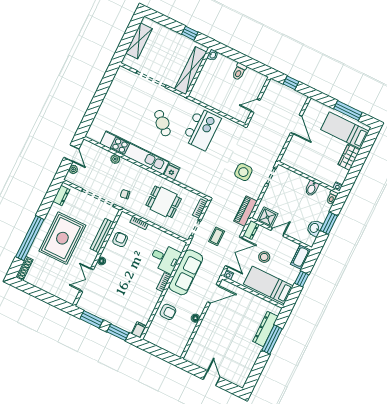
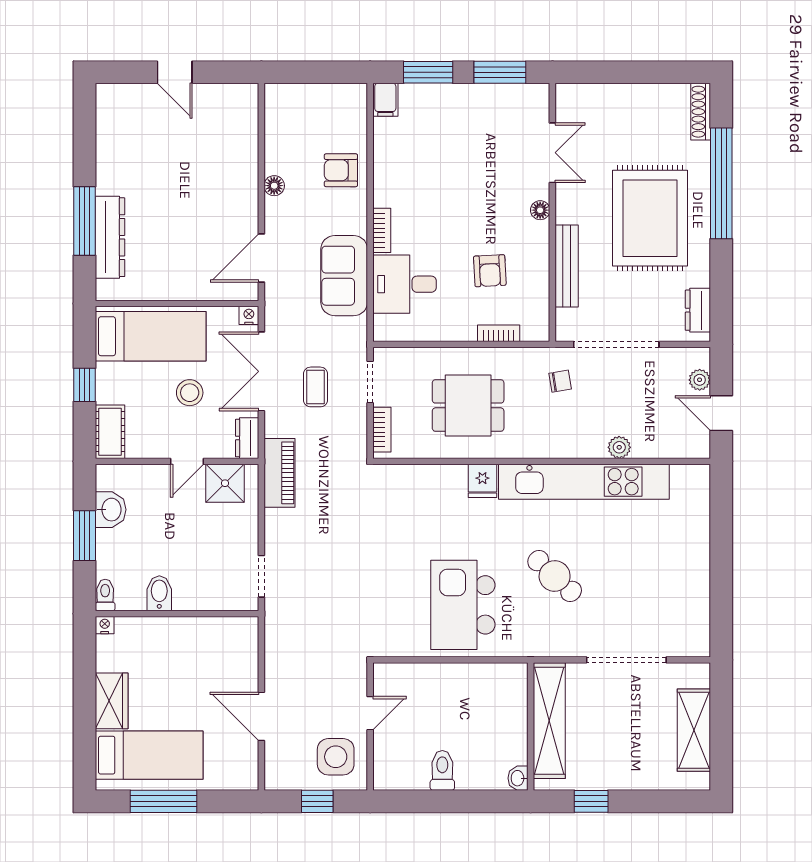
side table: (243, 172) -> (336, 757), moved
armchair: (120, 240) -> (490, 271), moved
sofa: (186, 272) -> (344, 276), width x0.73

